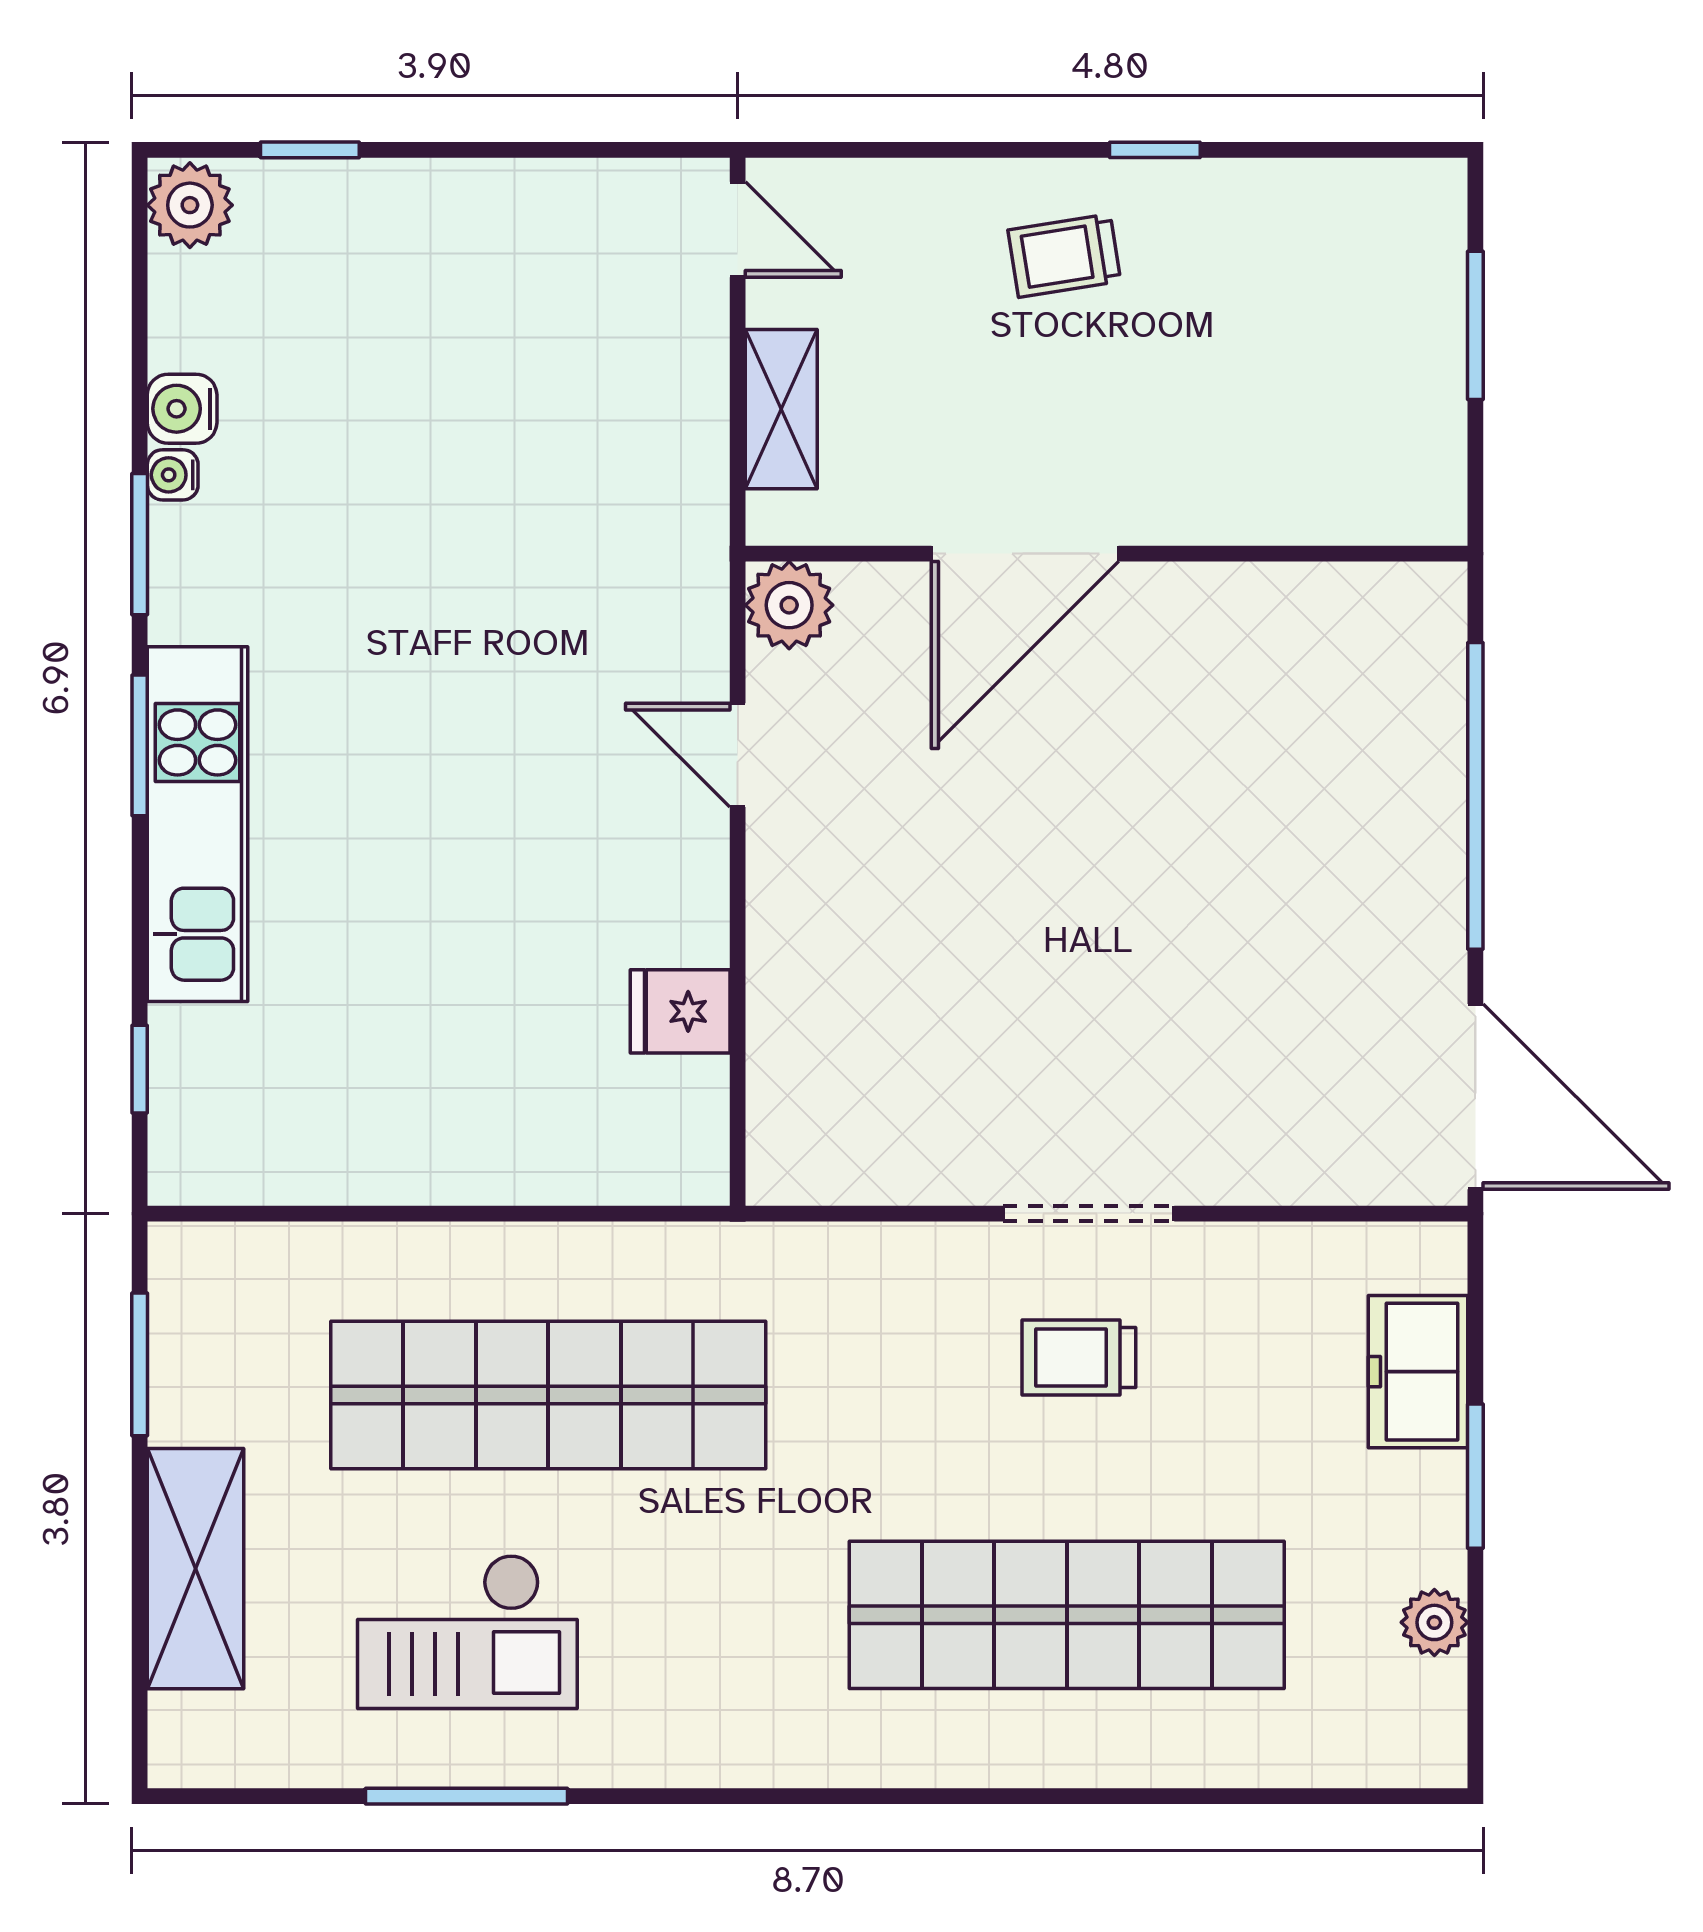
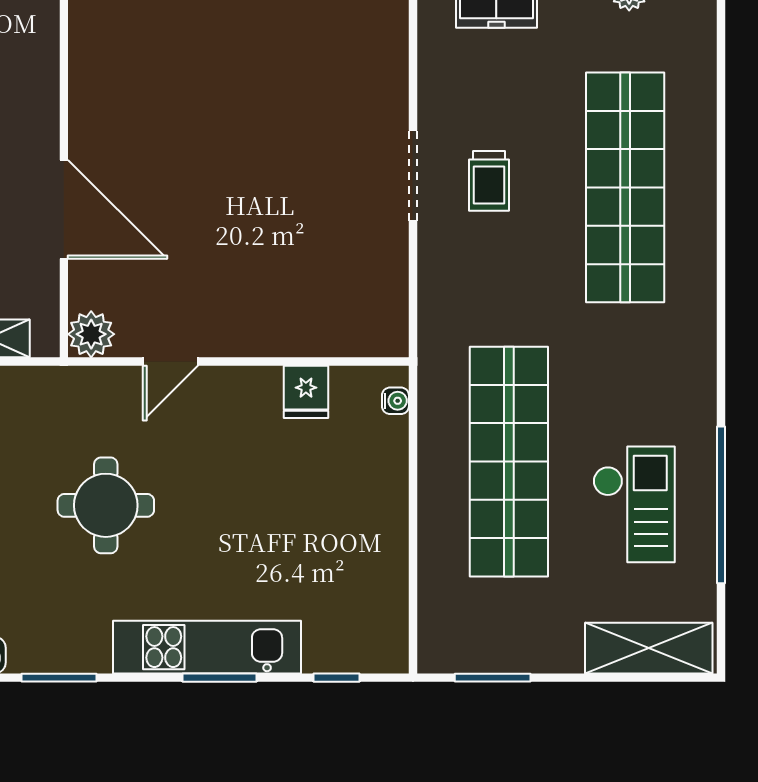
water cooler: (173, 475) -> (395, 401), moved, turned -90
round table: (466, 633) -> (106, 505), added
window: (140, 745) -> (219, 678), moved
shelving: (196, 1569) -> (649, 648), moved
window: (466, 1796) -> (721, 505), width x1.46

